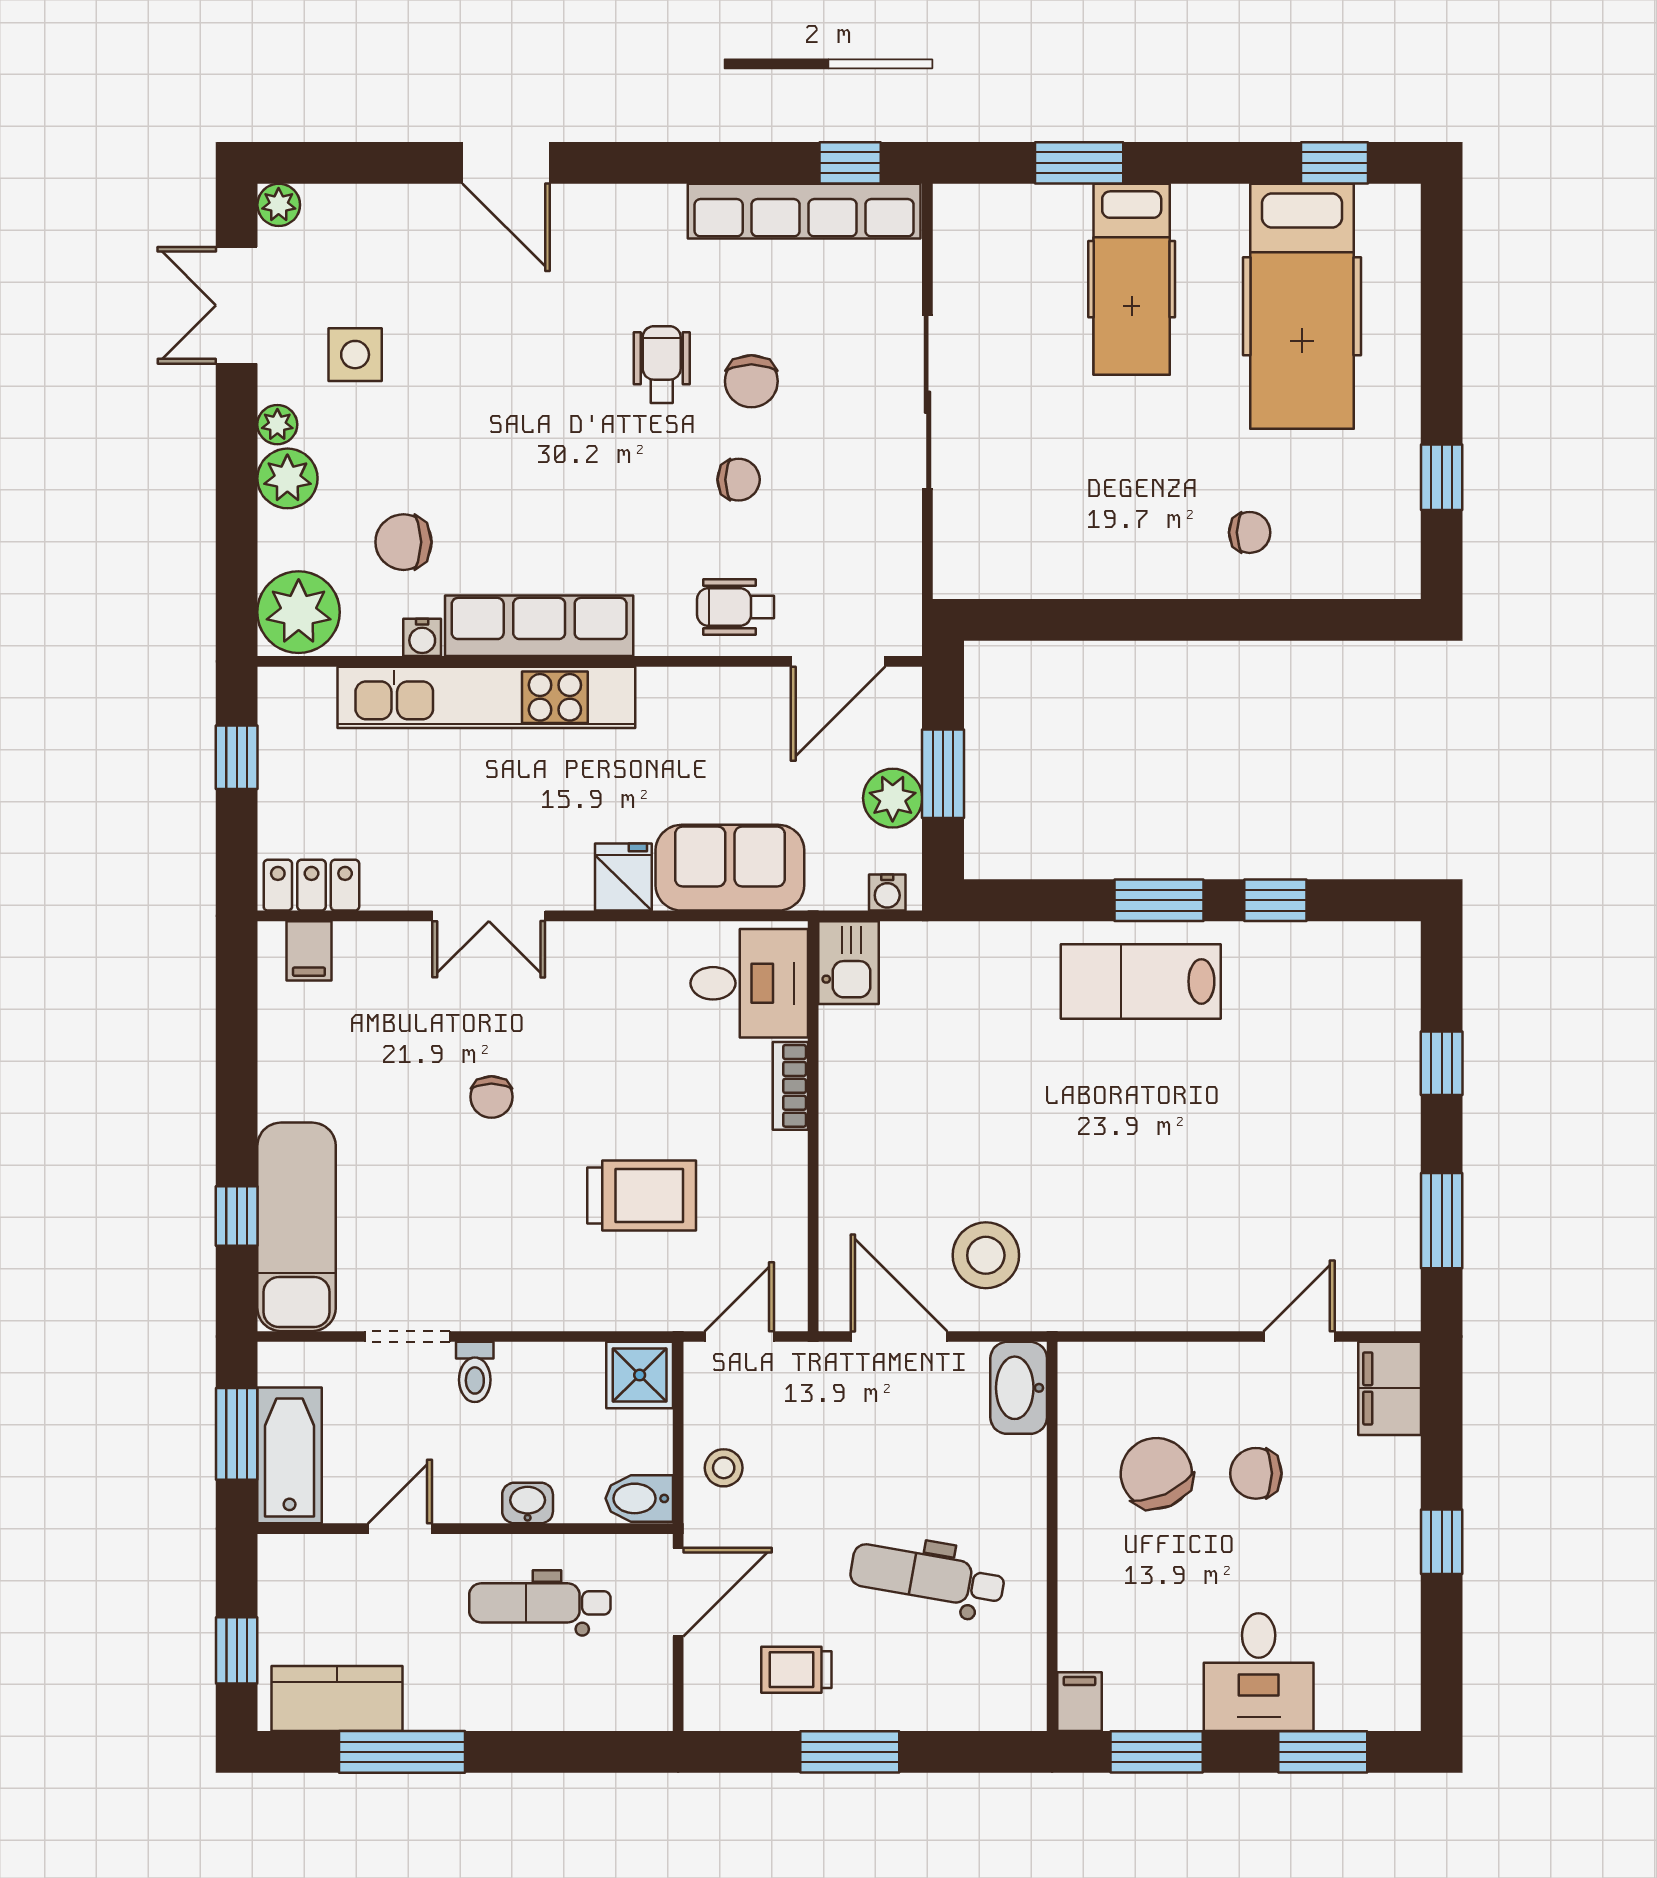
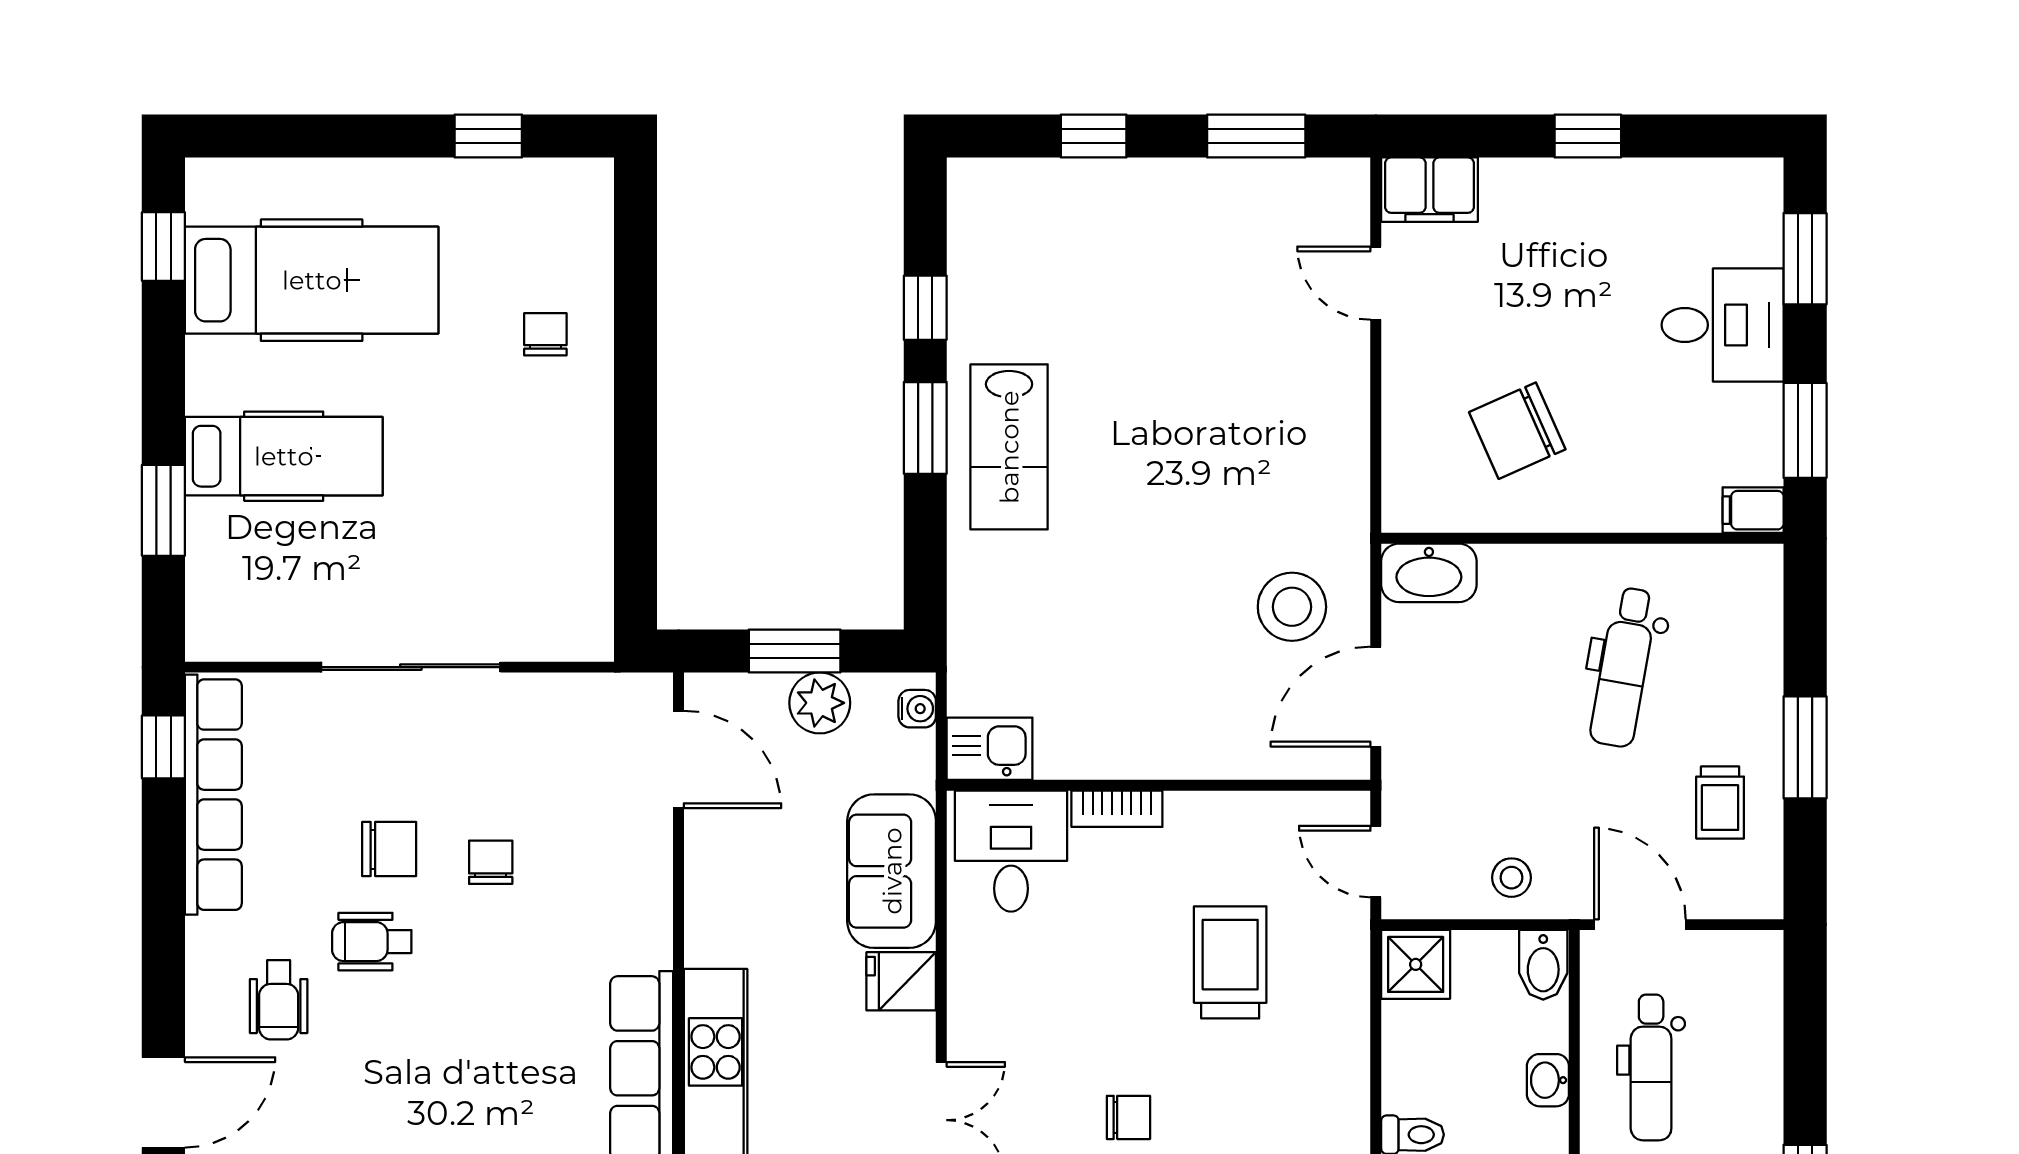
wheelchair: (736, 607) -> (279, 1000), moved
chair: (1256, 1473) -> (1517, 328), removed

